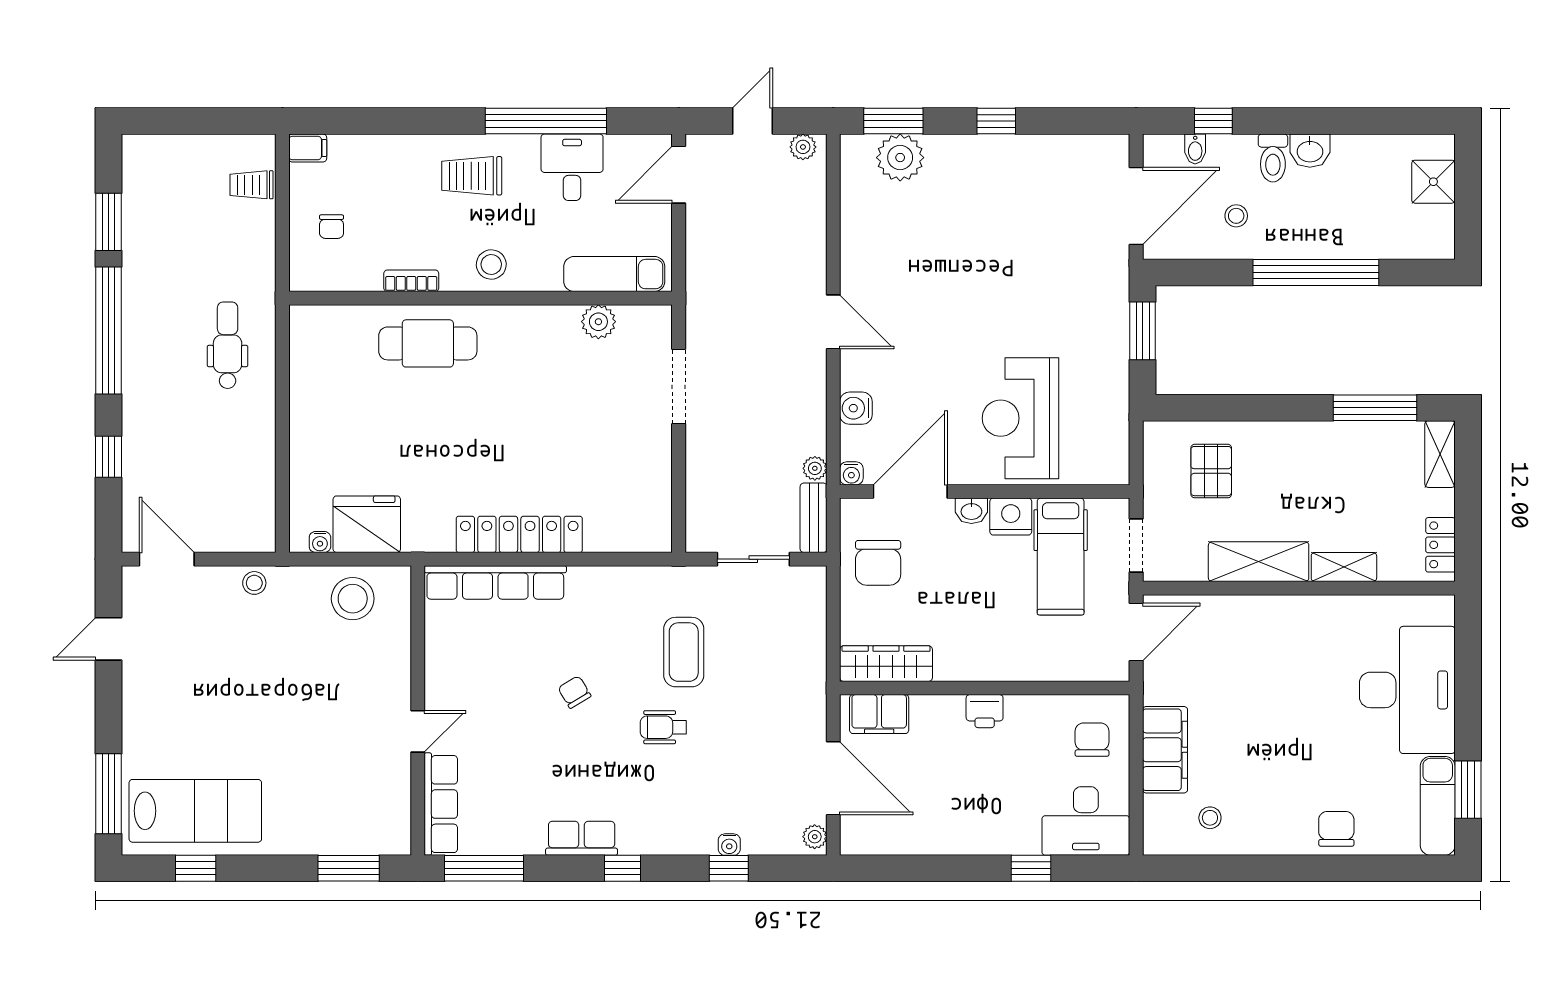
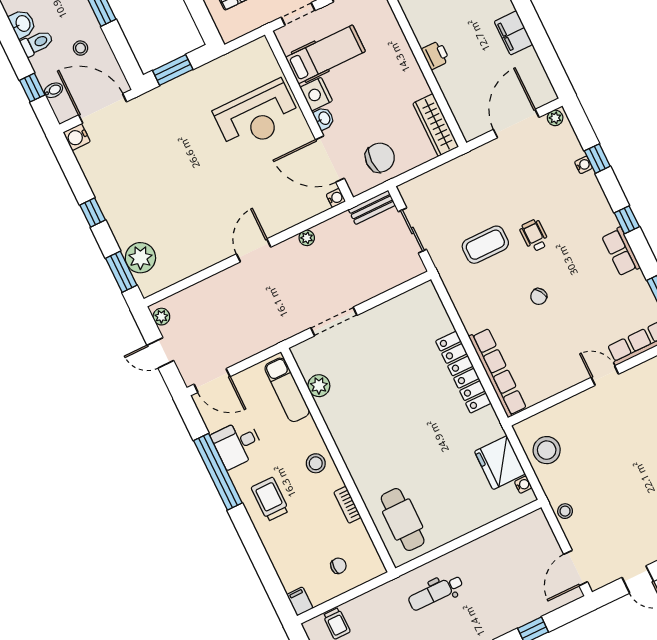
trolley: (472, 176) -> (270, 499), turned 180
cafe table: (428, 343) -> (403, 520), moved
water cooler: (856, 408) -> (77, 137), moved, turned 90
plant: (815, 468) -> (307, 238), moved
filing cabinet: (879, 714) -> (513, 33), moved, turned 180
wheelchair: (663, 727) -> (534, 236), turned 180

